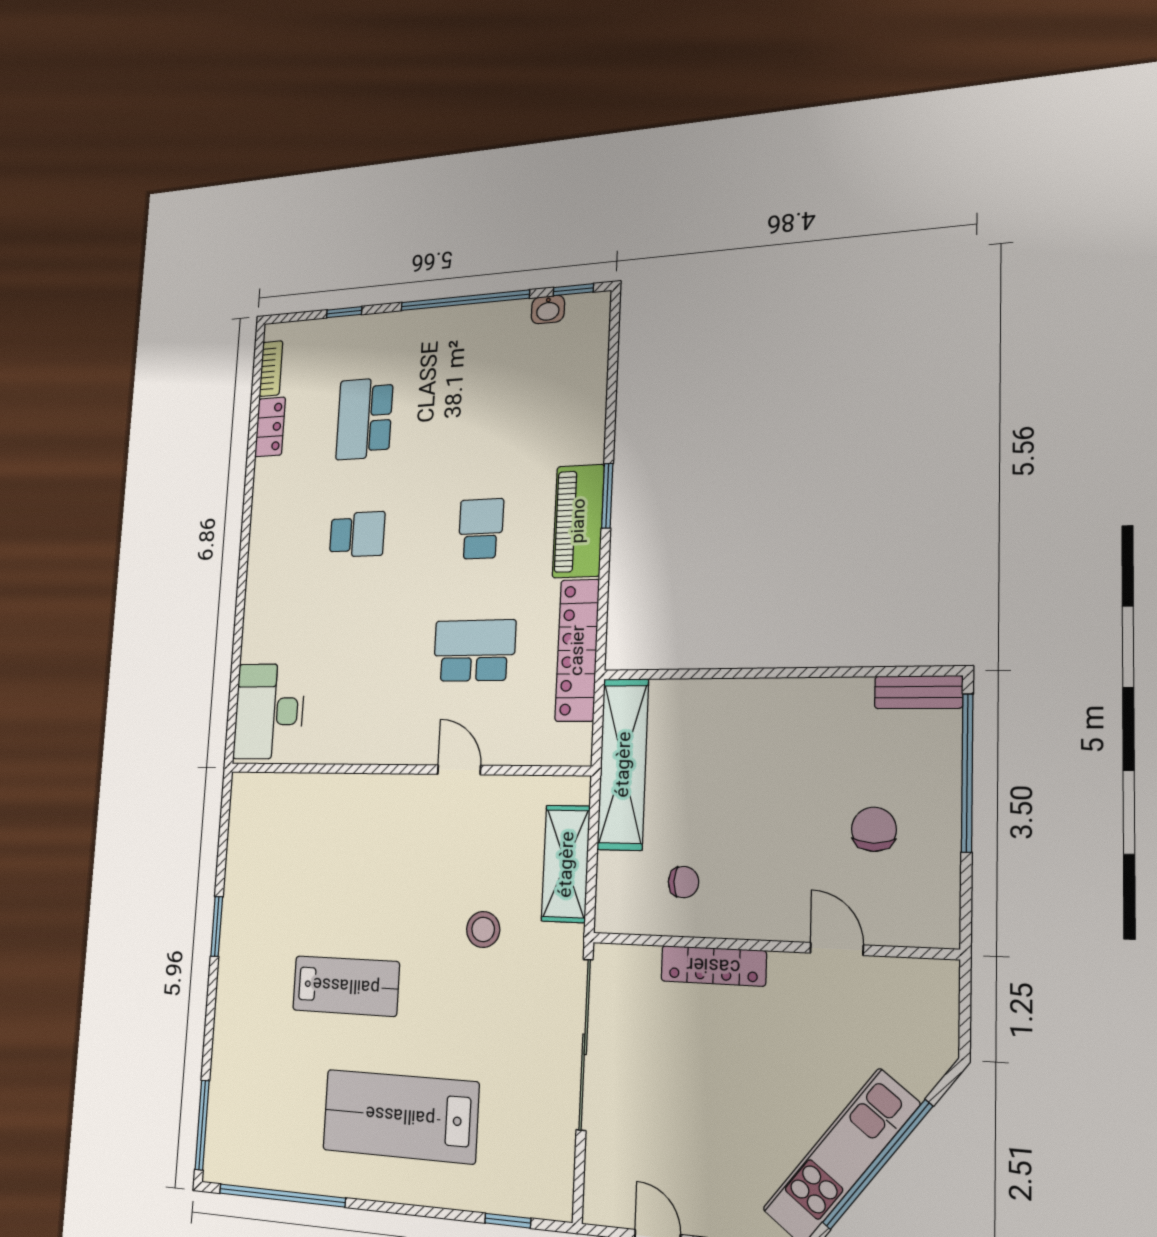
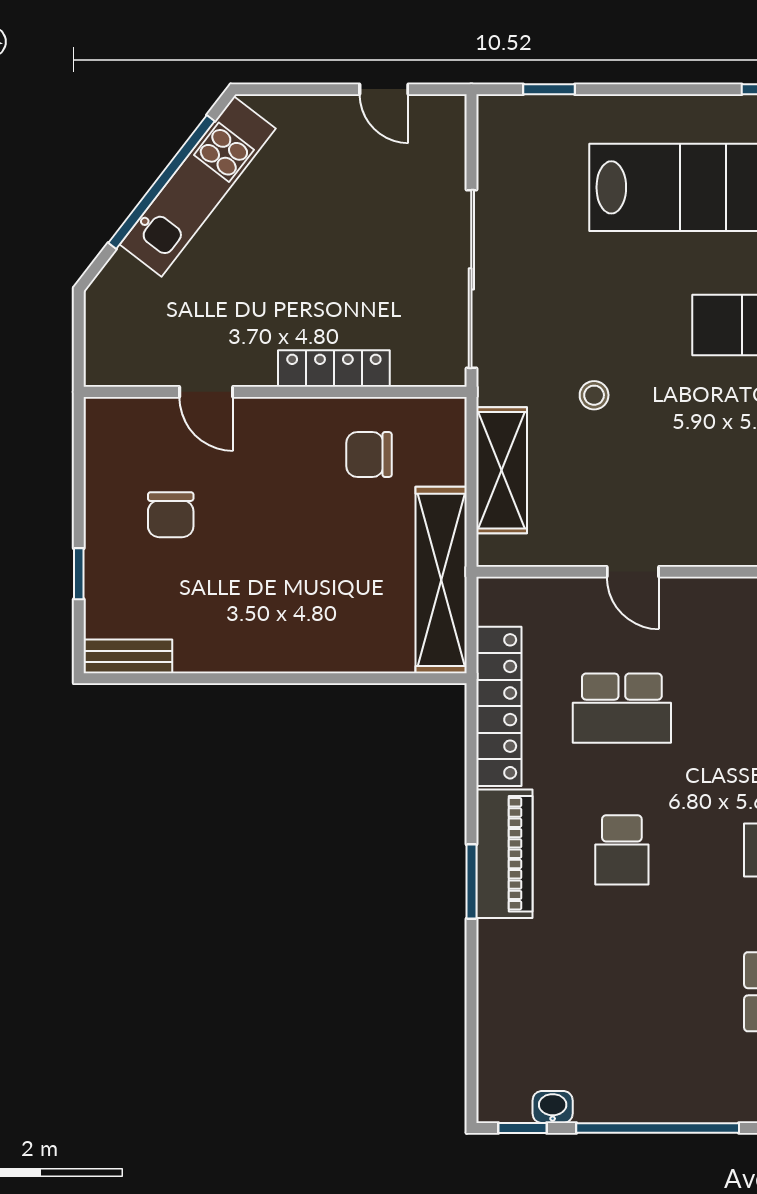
window: (967, 773) -> (79, 574), width x0.32
chair: (684, 882) -> (369, 455), width x1.37, depth x1.37
stool: (483, 929) -> (594, 395), width x0.73, depth x0.73

